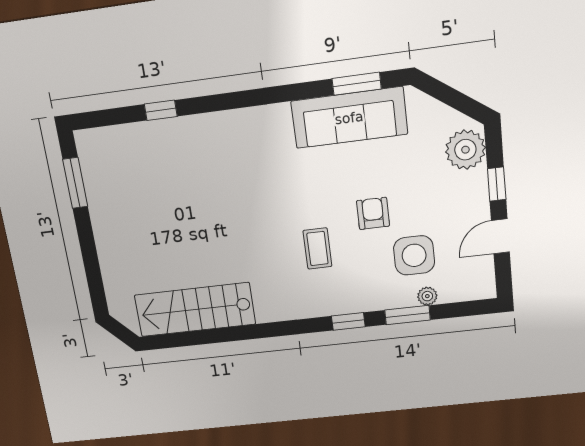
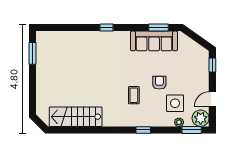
window: (161, 110) -> (107, 28), moved
plant: (465, 150) -> (201, 118), moved
window: (497, 184) -> (212, 65), moved
window: (408, 315) -> (192, 130), moved

